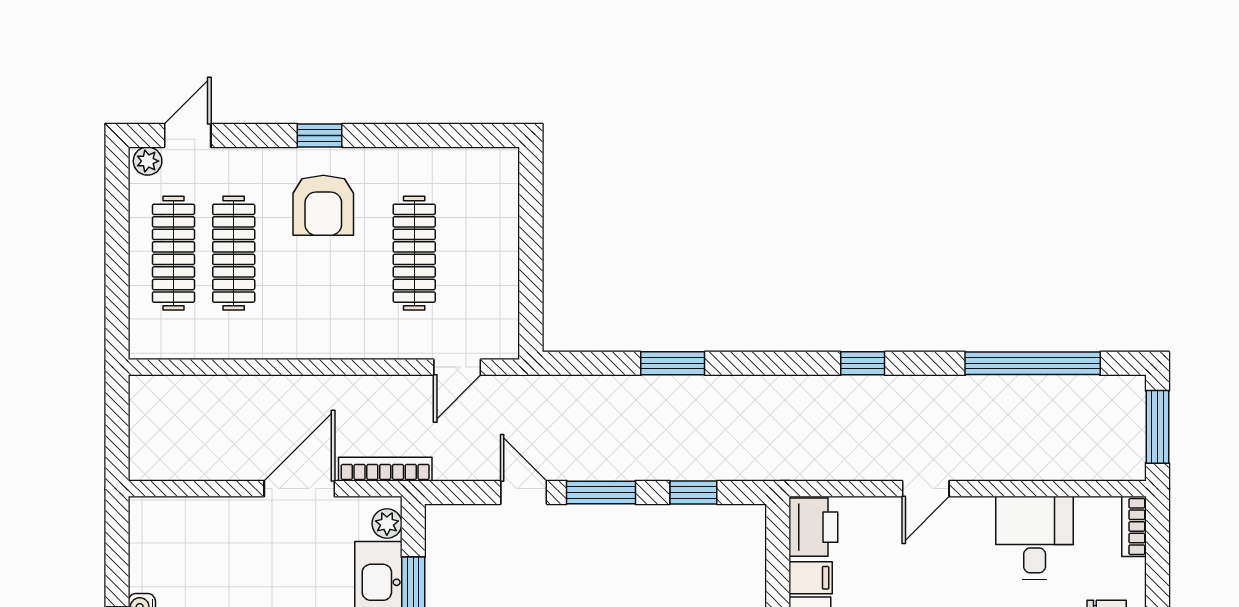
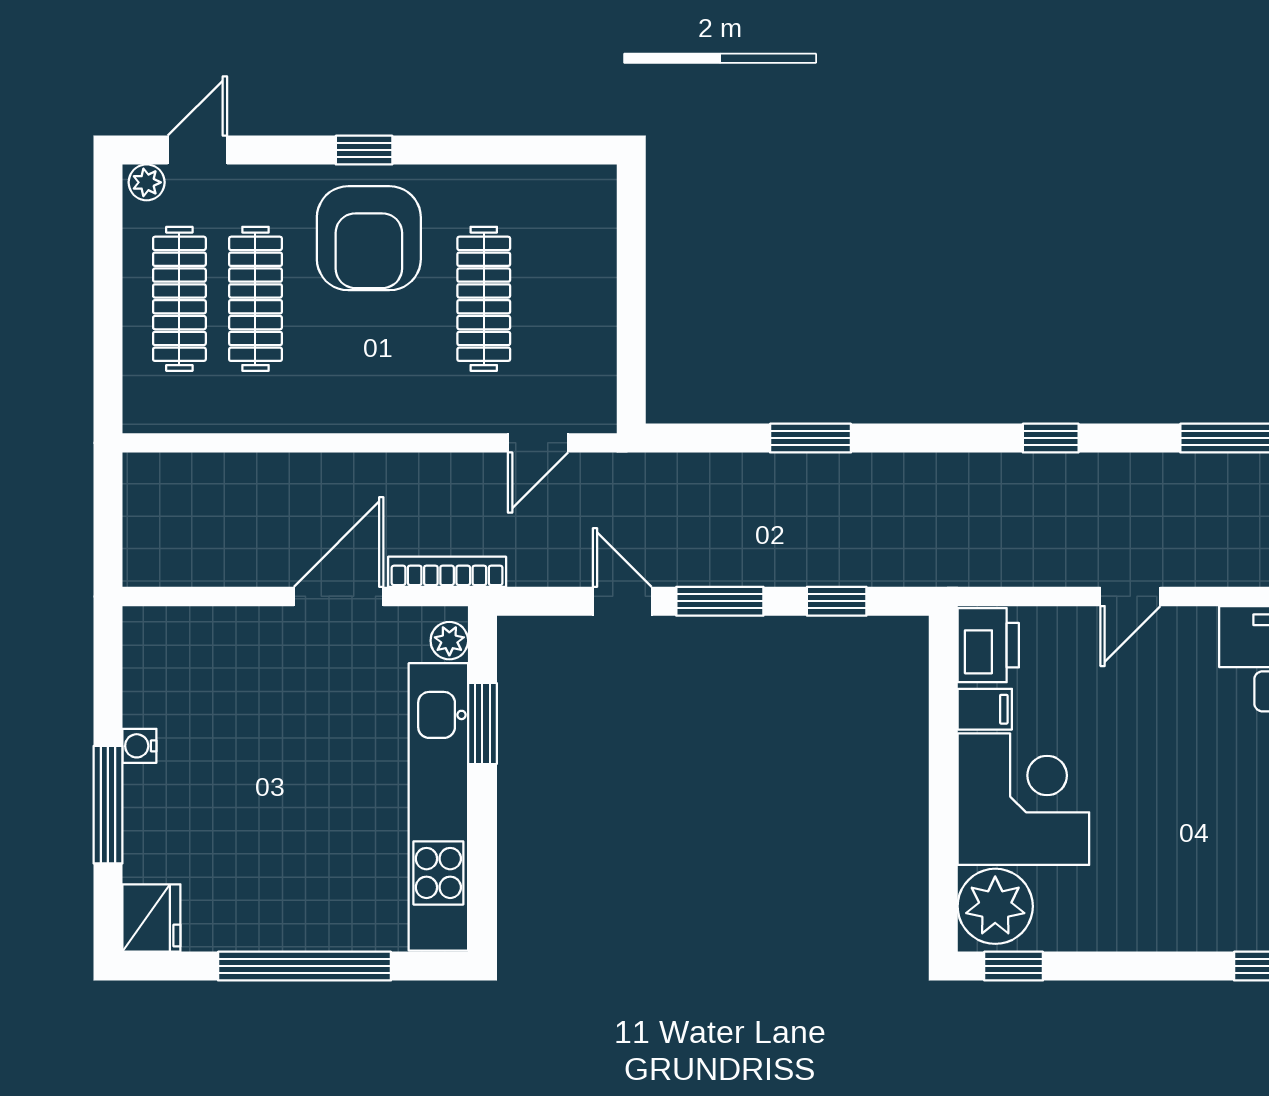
armchair: (323, 205) -> (369, 238), width x1.36, depth x1.36

